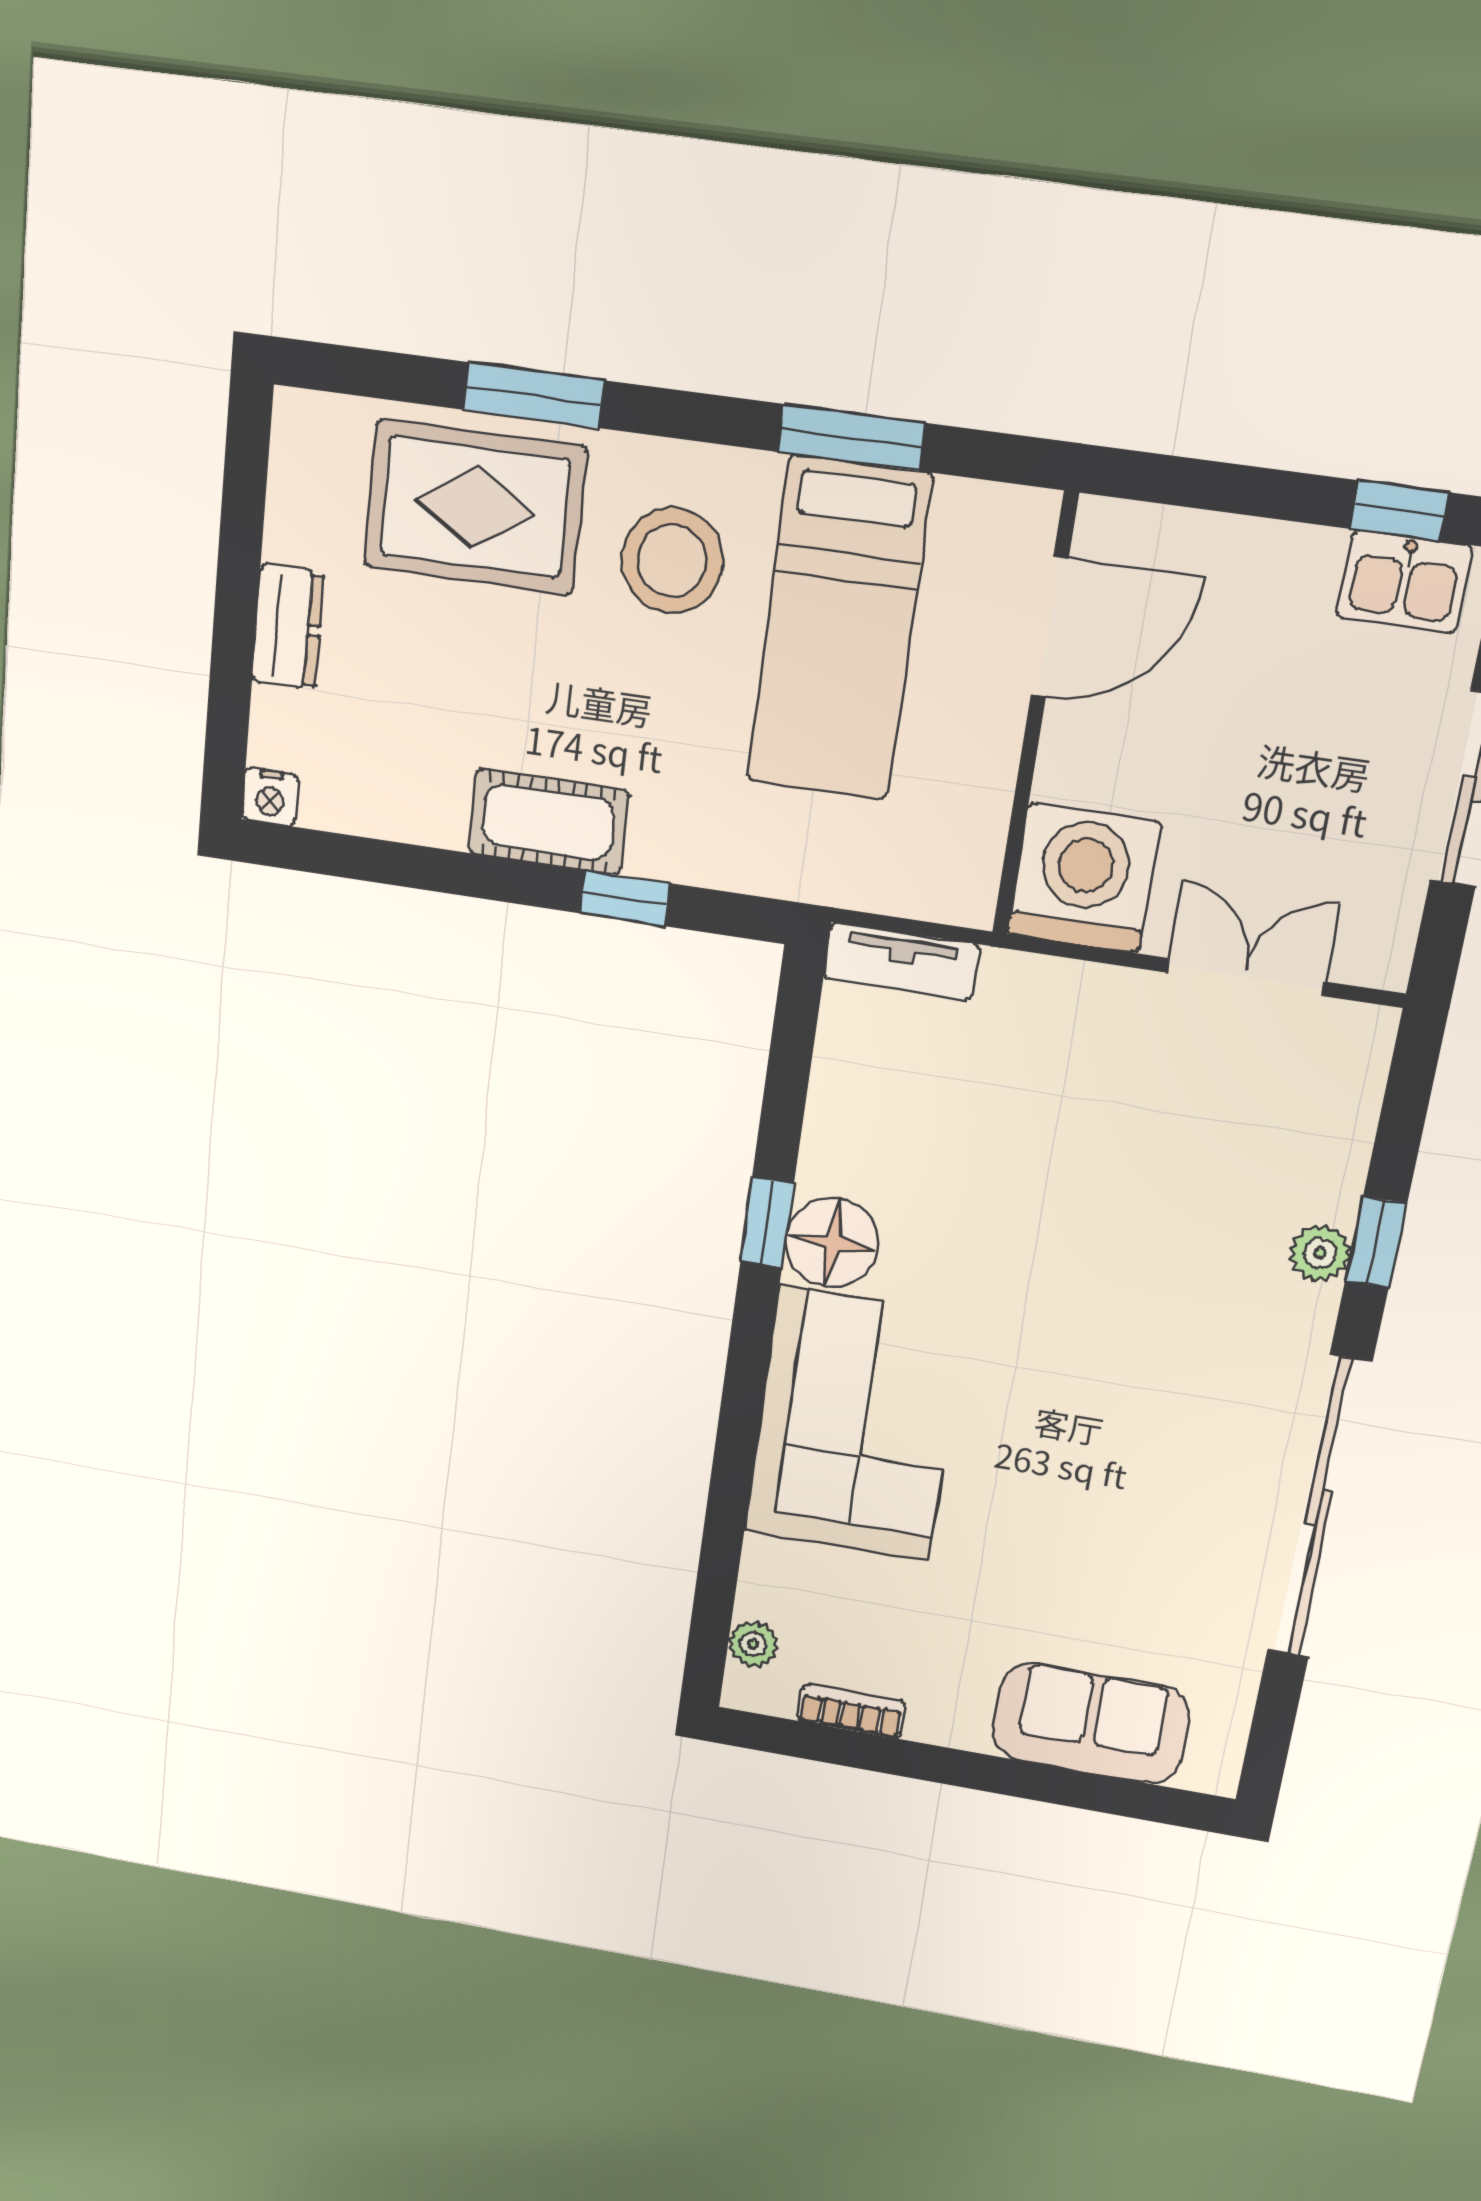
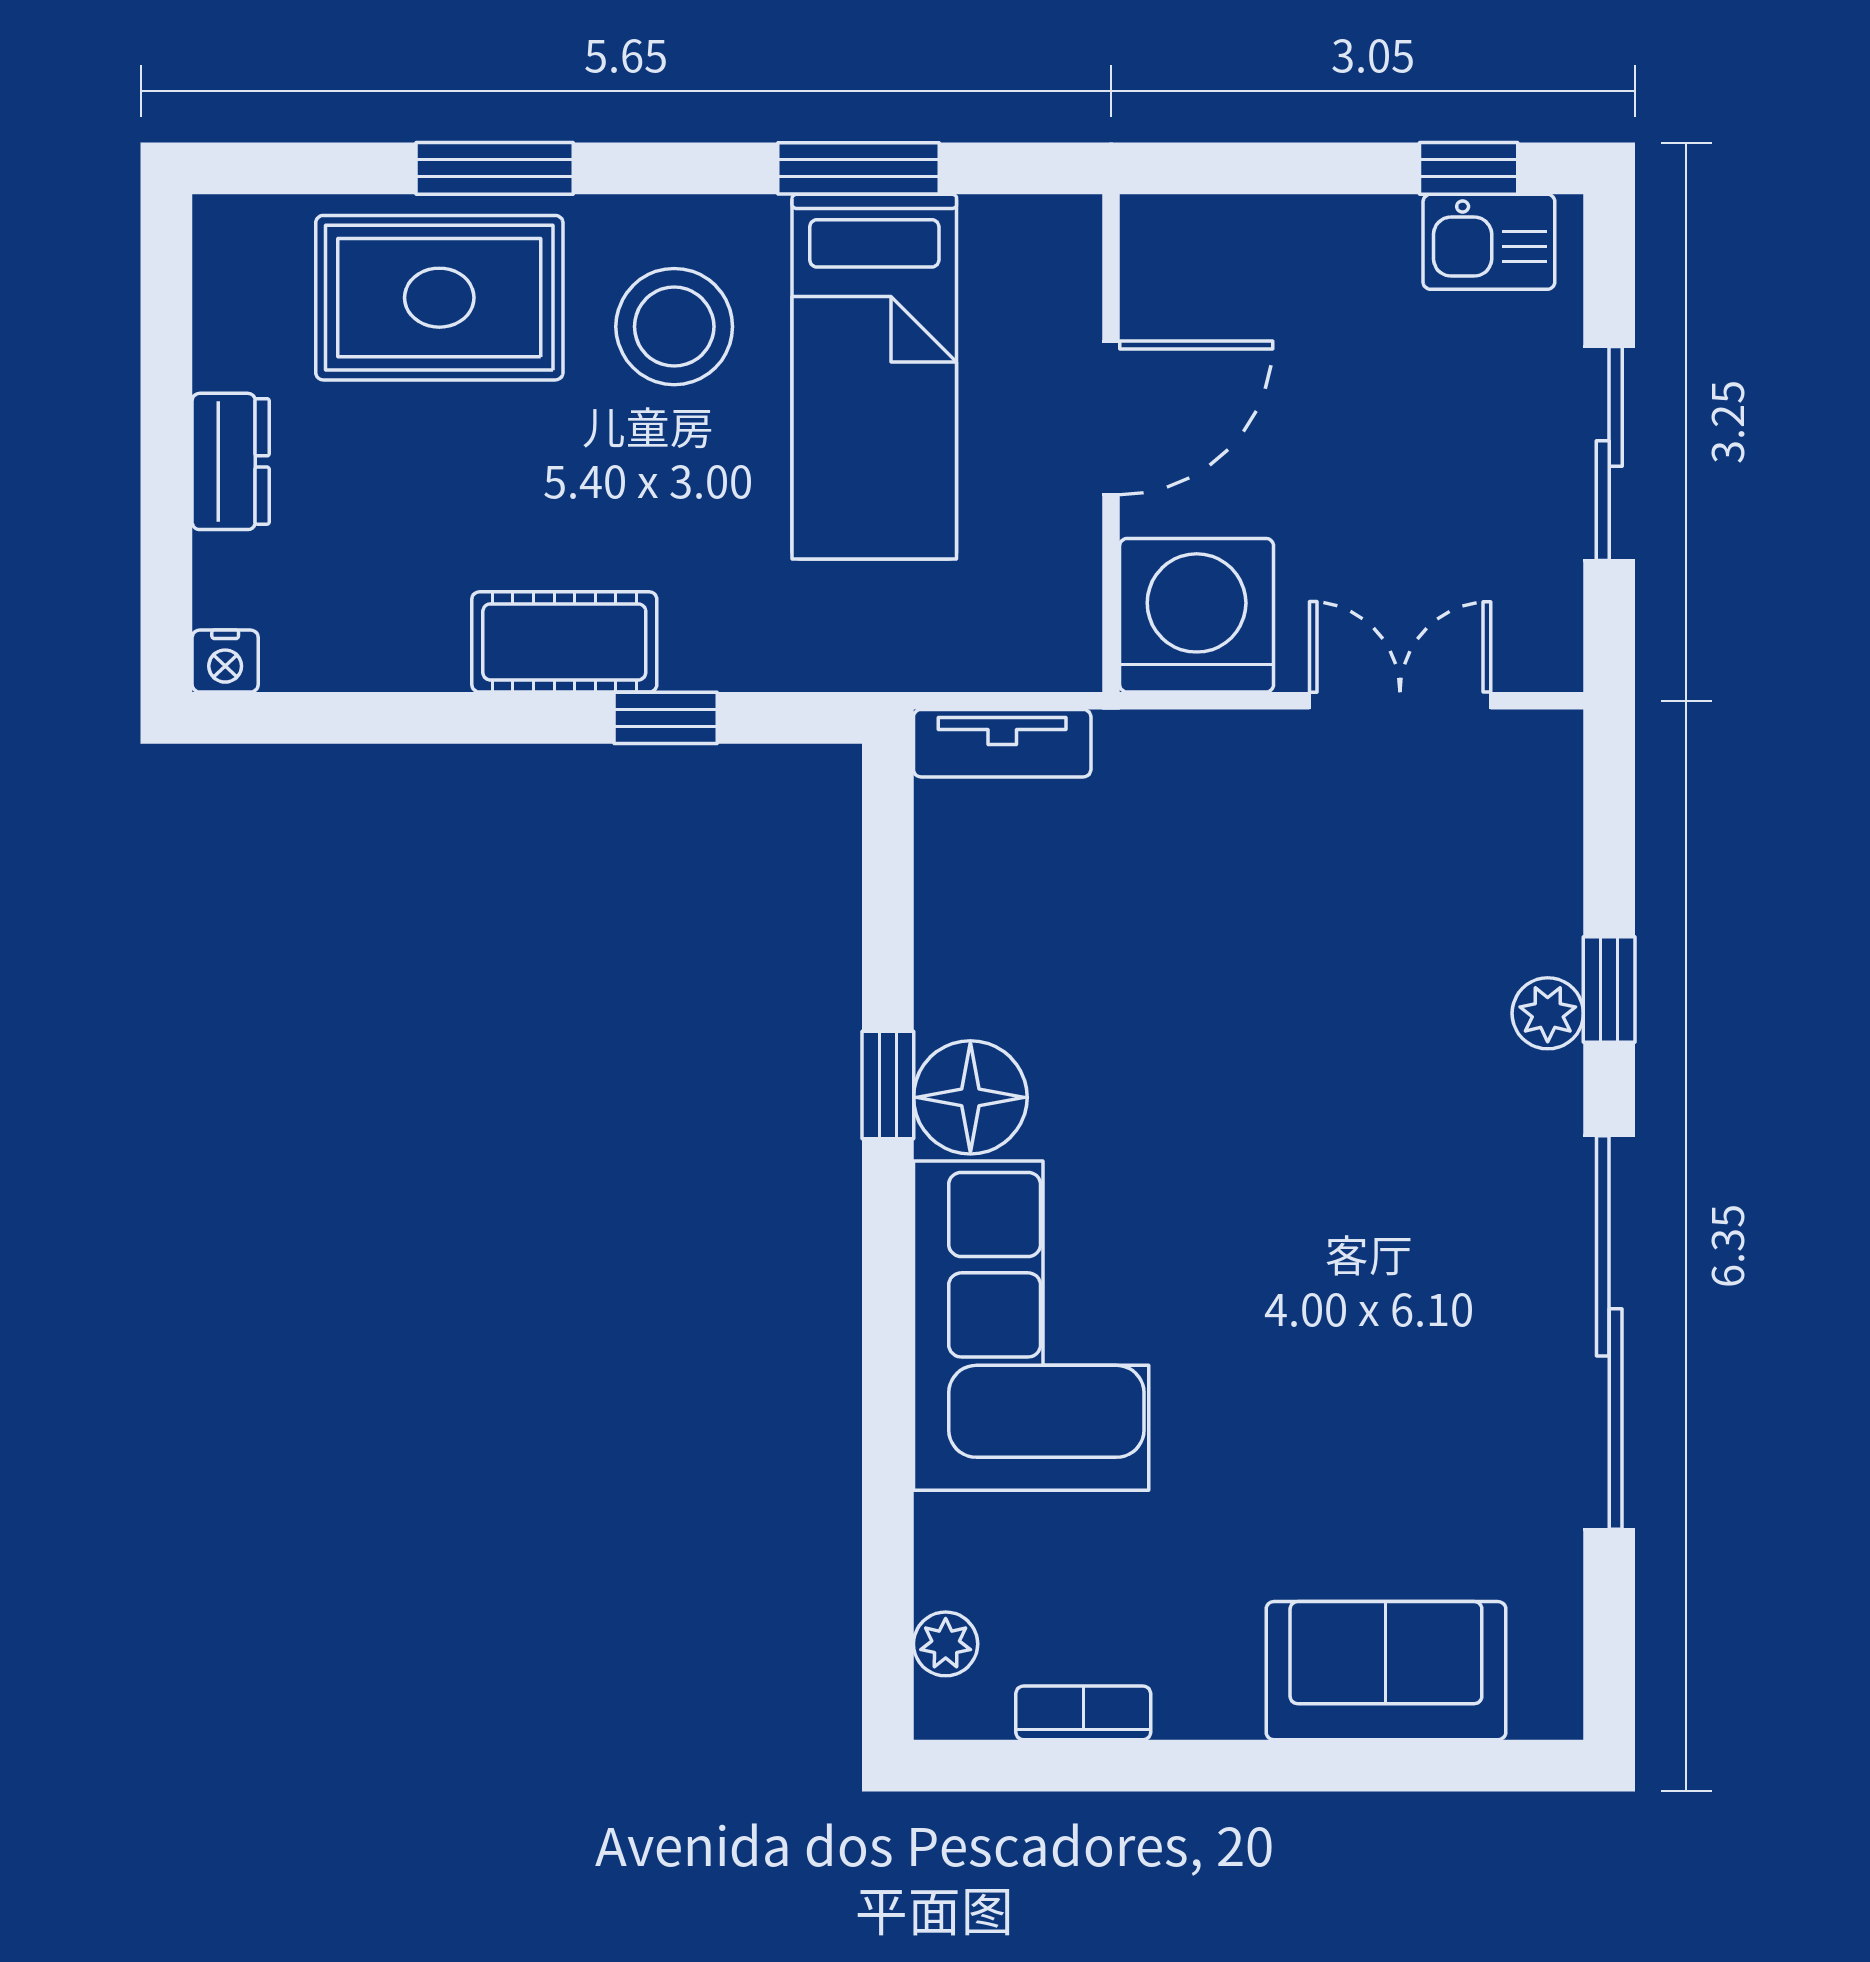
door: (1050, 627) -> (1111, 418), moved

